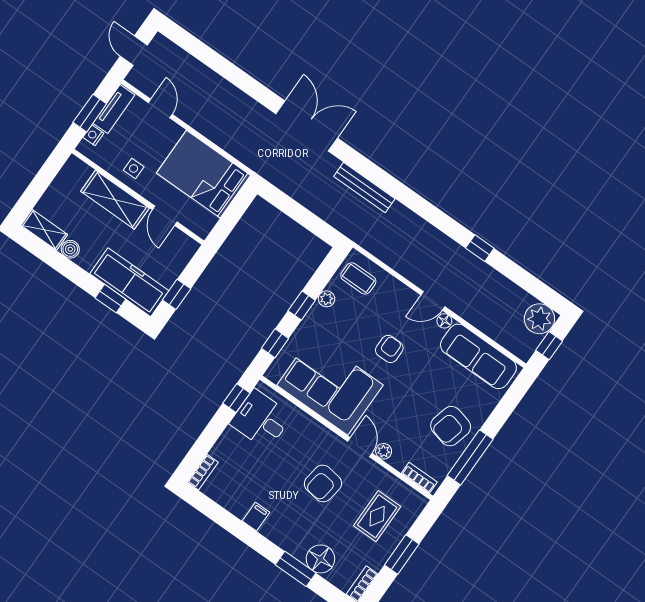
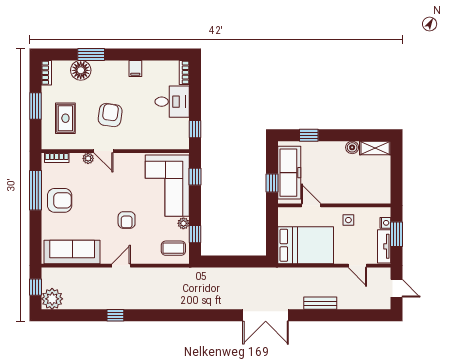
bench: (364, 188) -> (320, 303), moved, width x0.73
shelving: (115, 200) -> (346, 194), removed
freezer: (129, 282) -> (289, 173), moved, turned -90
window: (177, 294) -> (272, 183), moved
window: (302, 306) -> (195, 234), moved
floor lamp: (444, 321) -> (106, 259), removed
corner sofa: (330, 385) -> (167, 186), moved, turned 90
desk: (261, 419) -> (172, 102), moved
armchair: (451, 426) -> (60, 200), turned 76

